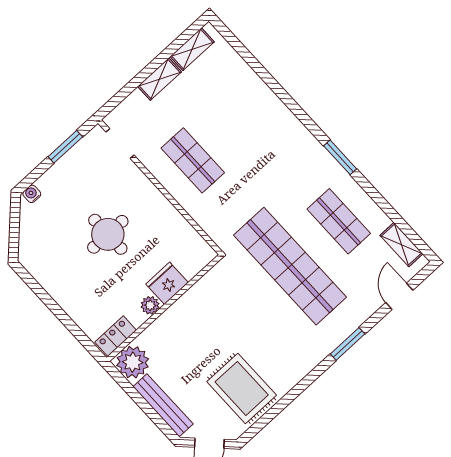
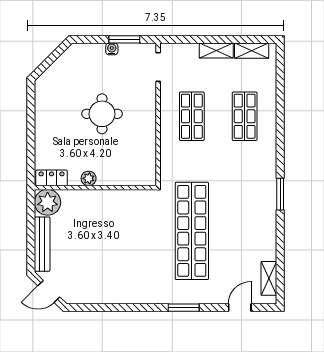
water cooler: (32, 194) -> (112, 49), moved
shop shelf: (339, 221) -> (245, 116), moved
fridge: (167, 283) -> (110, 175), removed
rug: (242, 388) -> (97, 277), removed

